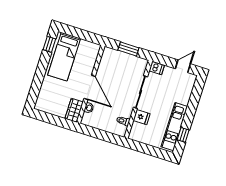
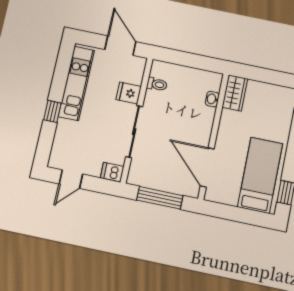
window: (128, 49) -> (160, 198), width x1.44
door: (90, 87) -> (207, 167), moved
window: (183, 135) -> (52, 111), moved
door: (144, 148) -> (120, 46), added

